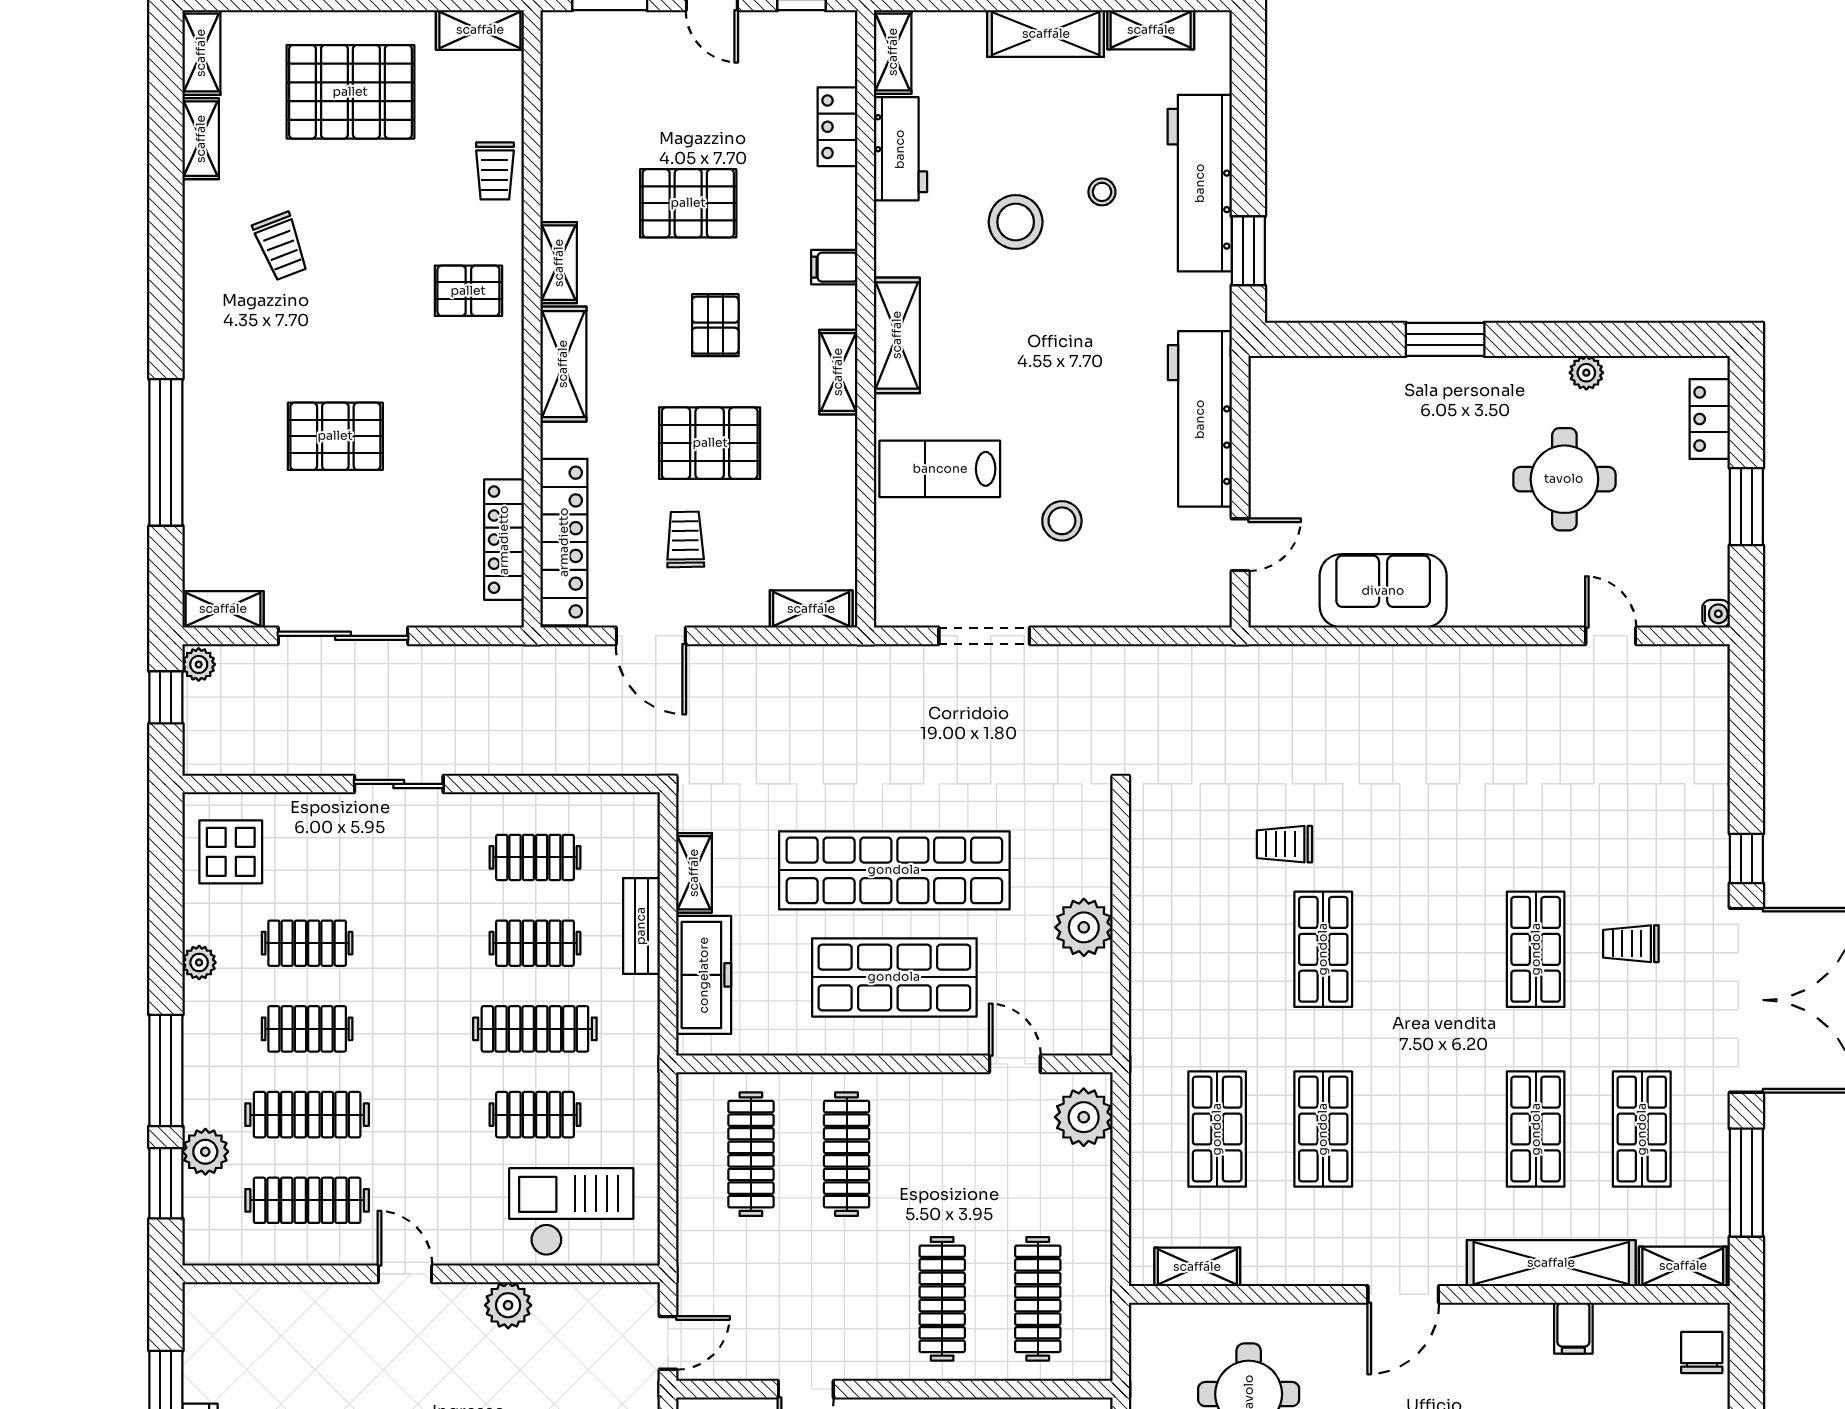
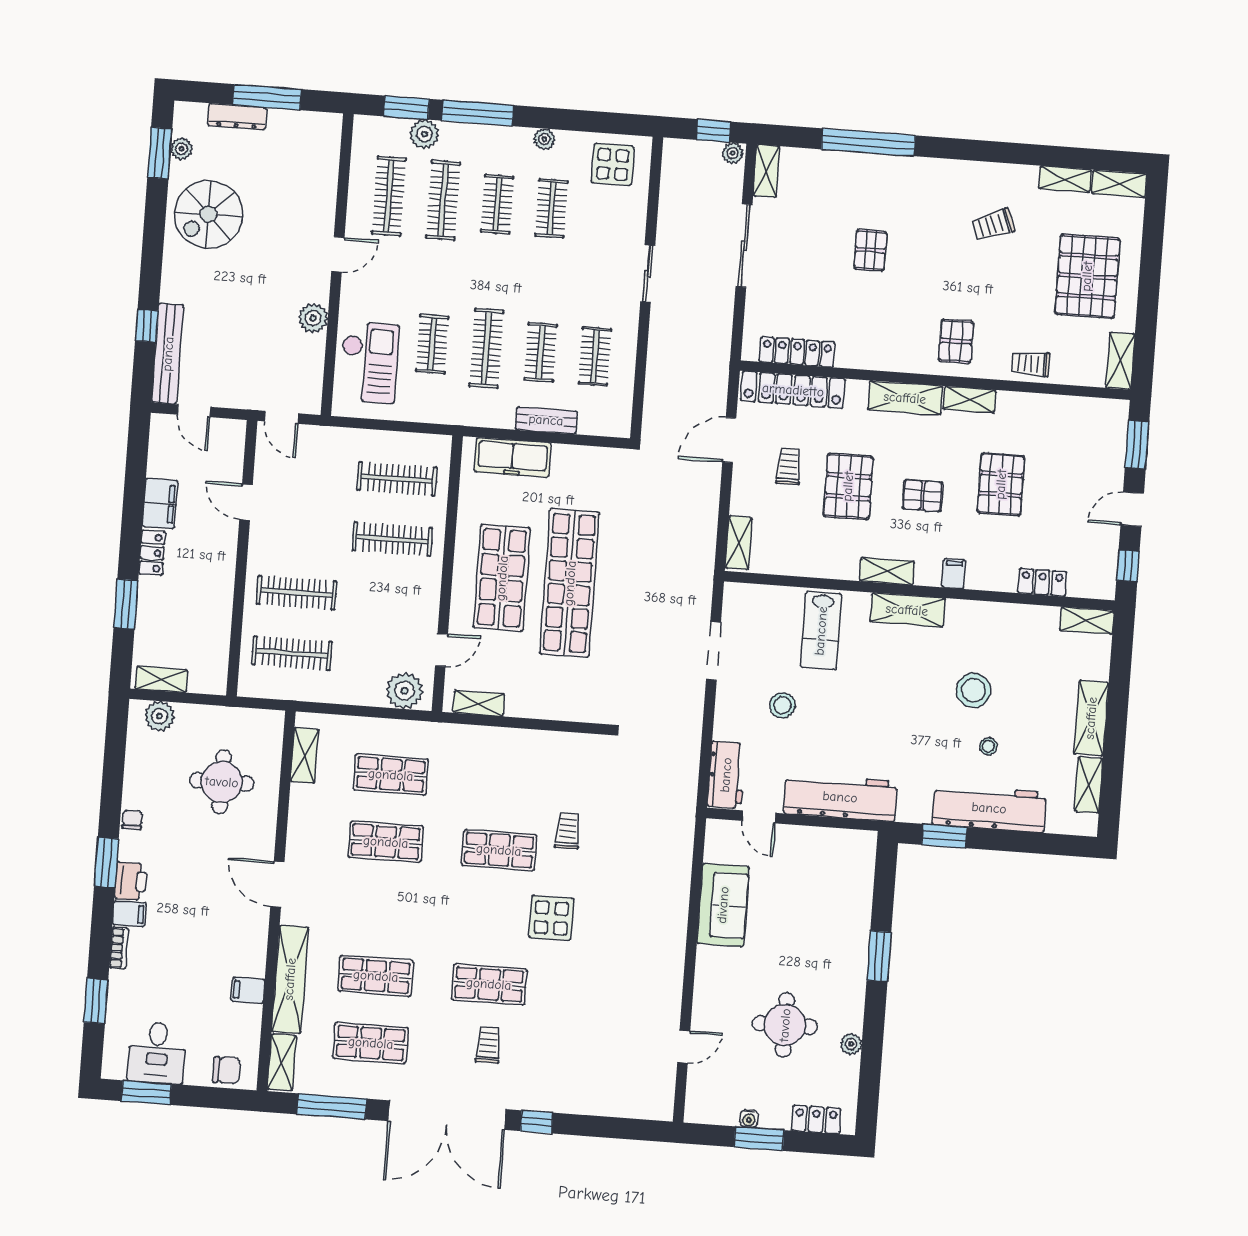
workbench: (900, 149) -> (726, 775), moved, turned -90
pallet: (335, 436) -> (870, 250), width x0.67, depth x0.71
lab bench: (940, 469) -> (821, 631), turned 180
trolley: (685, 539) -> (789, 466), turned -89
water cooler: (1716, 614) -> (749, 1119), moved
display table: (1424, 859) -> (551, 918), added
shelving: (694, 873) -> (479, 703), moved
plant: (1084, 927) -> (525, 700), removed

